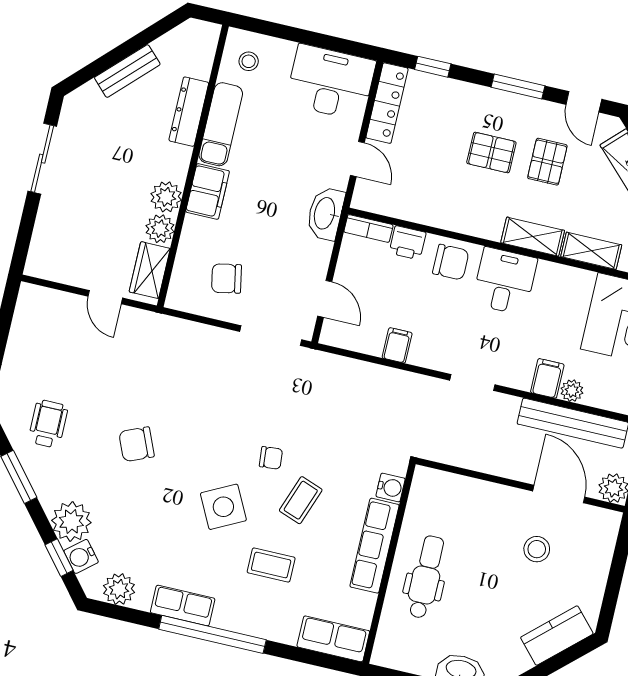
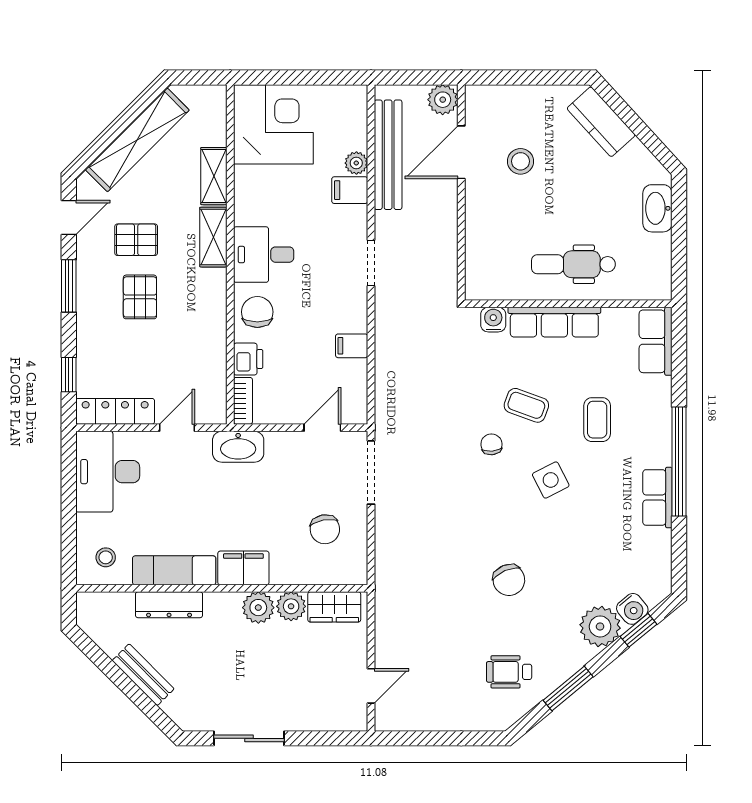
door: (105, 297) -> (371, 686), moved
side table: (223, 507) -> (551, 480), width x0.73, depth x0.73
plant: (119, 589) -> (656, 564), removed

